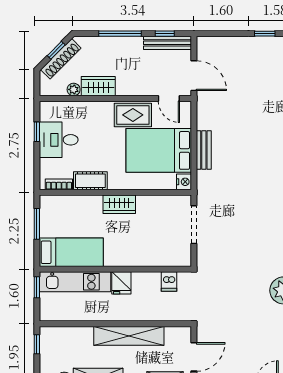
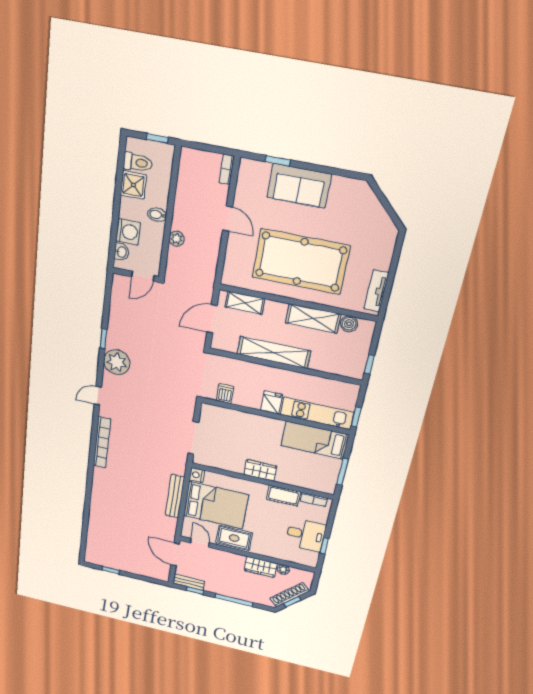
bench: (167, 43) -> (189, 582), width x0.73
bench: (204, 150) -> (175, 496), width x1.36

